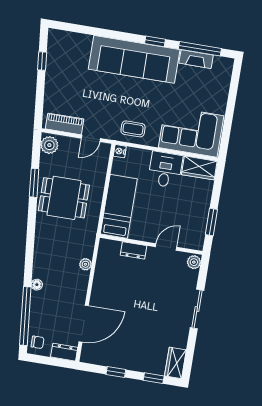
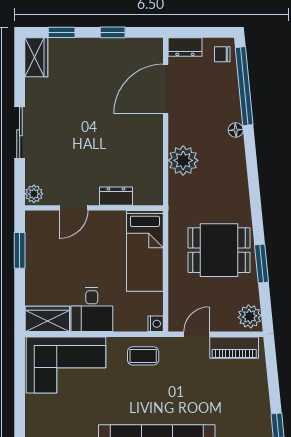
plant: (85, 264) -> (183, 160), width x1.87, depth x1.87

